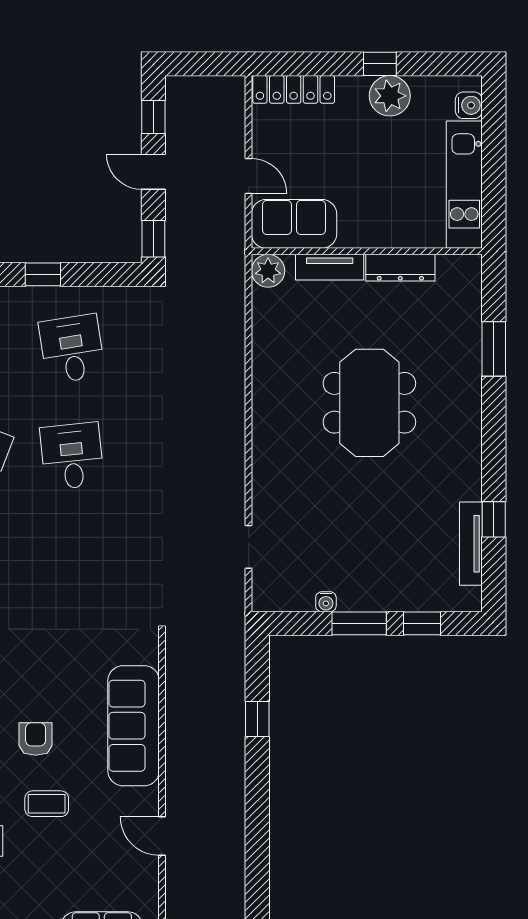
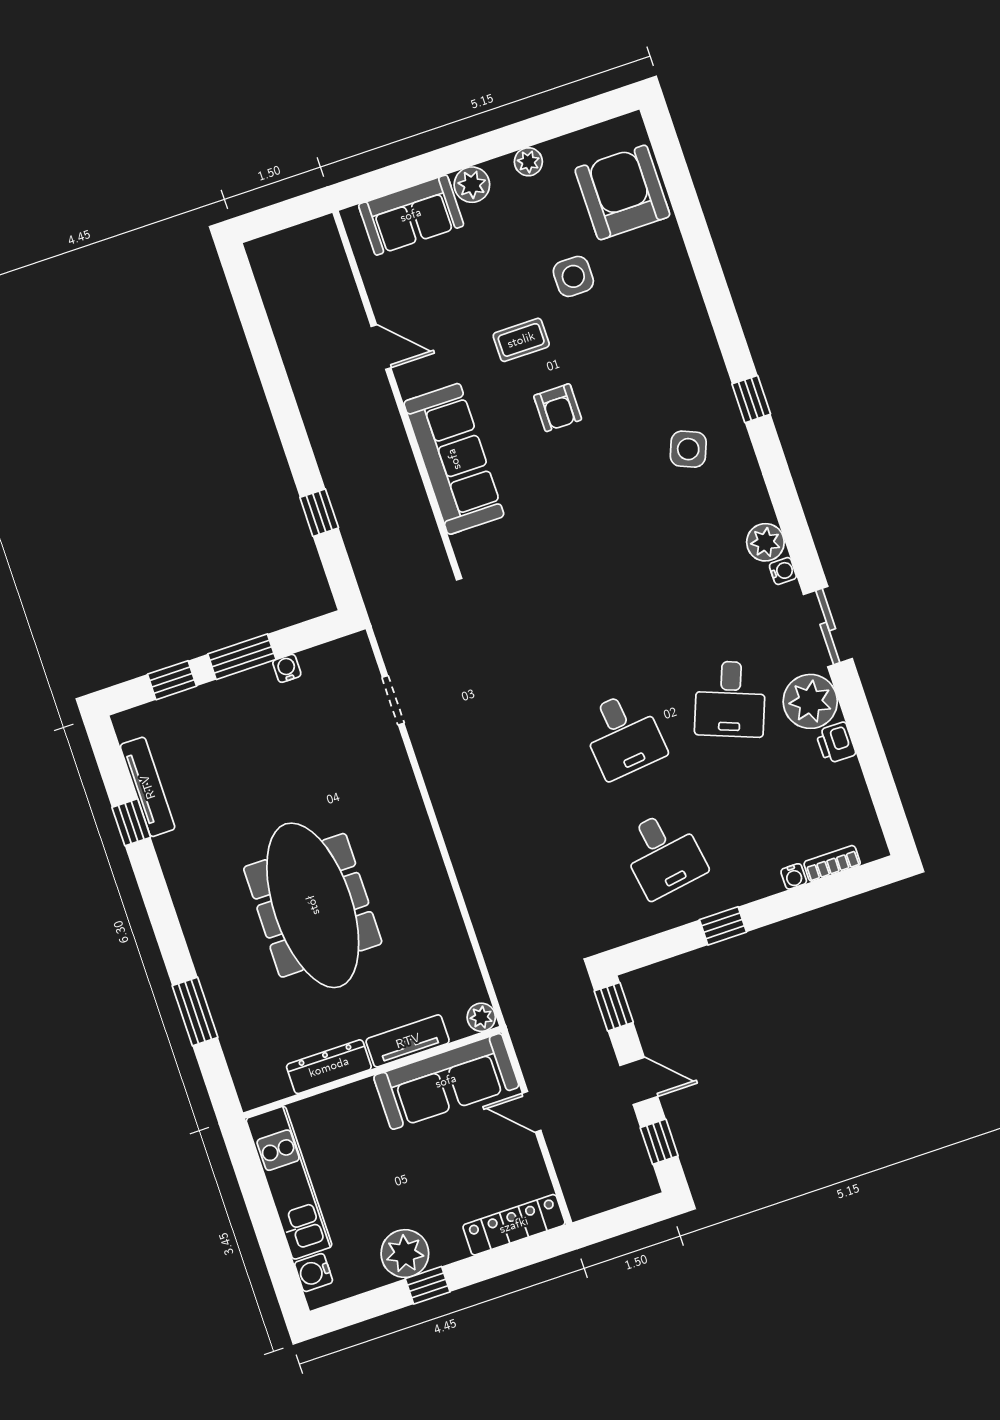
sofa: (294, 224) -> (446, 1081), width x1.36
plant: (268, 271) -> (481, 1017), width x0.73, depth x0.73
meeting table: (369, 403) -> (313, 905), width x1.36

